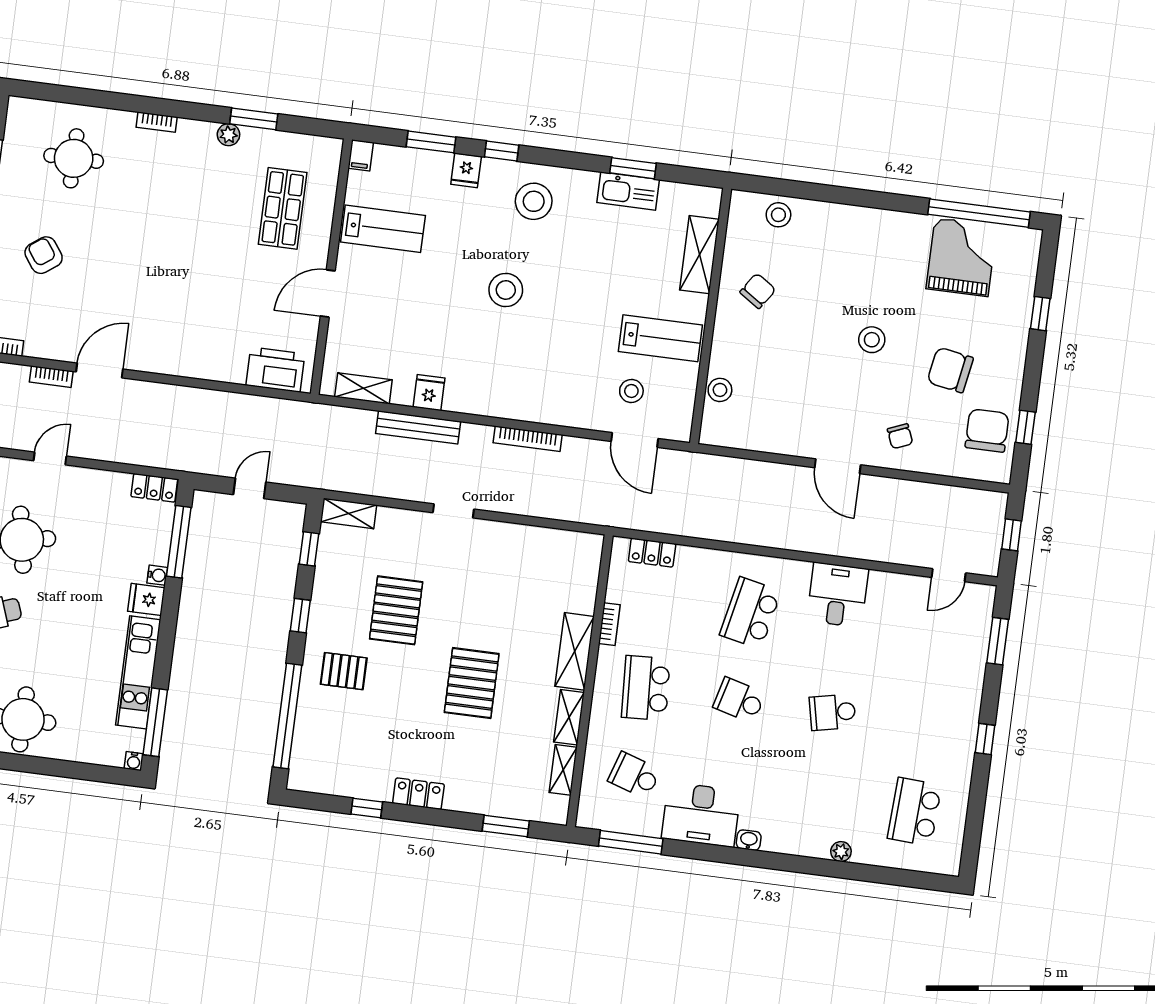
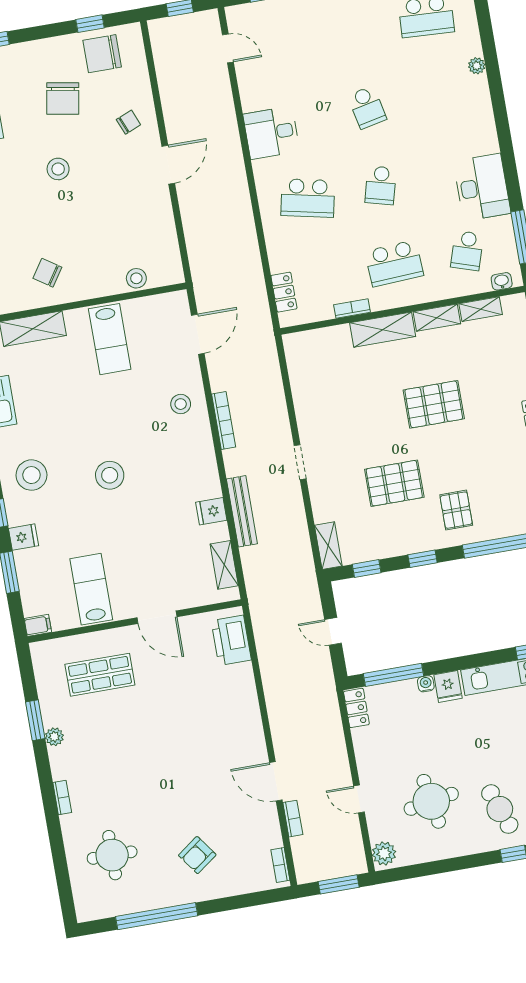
lab bench: (660, 338) -> (110, 339), turned 180
stool: (631, 391) -> (181, 404), moved
washbasin: (749, 840) -> (502, 281), moved, turned 90

